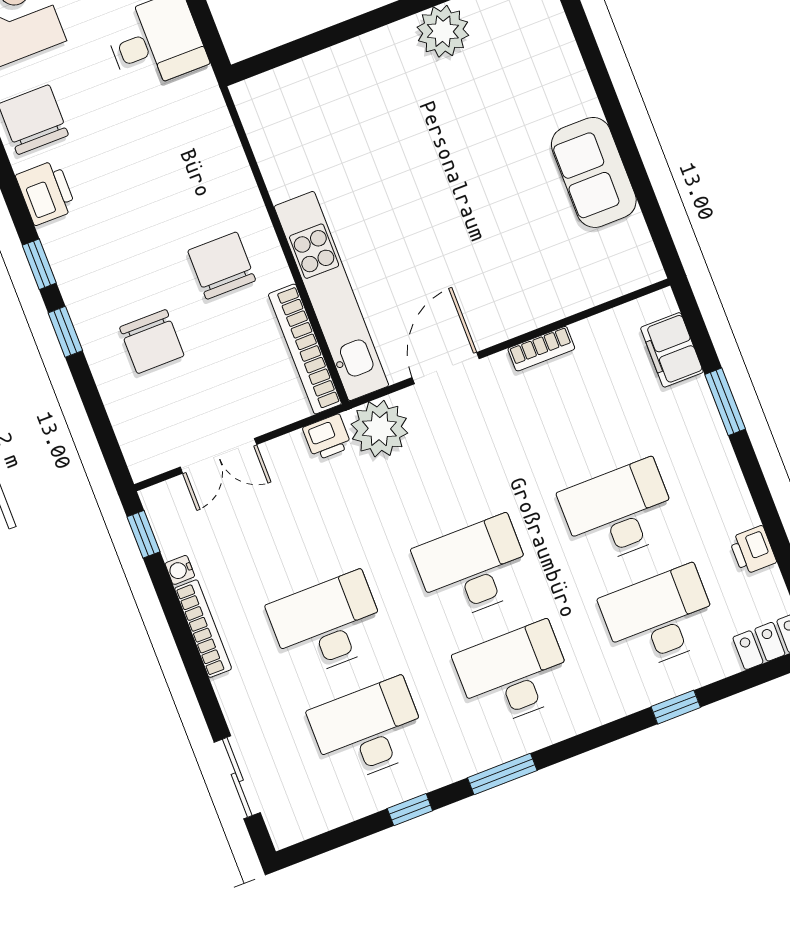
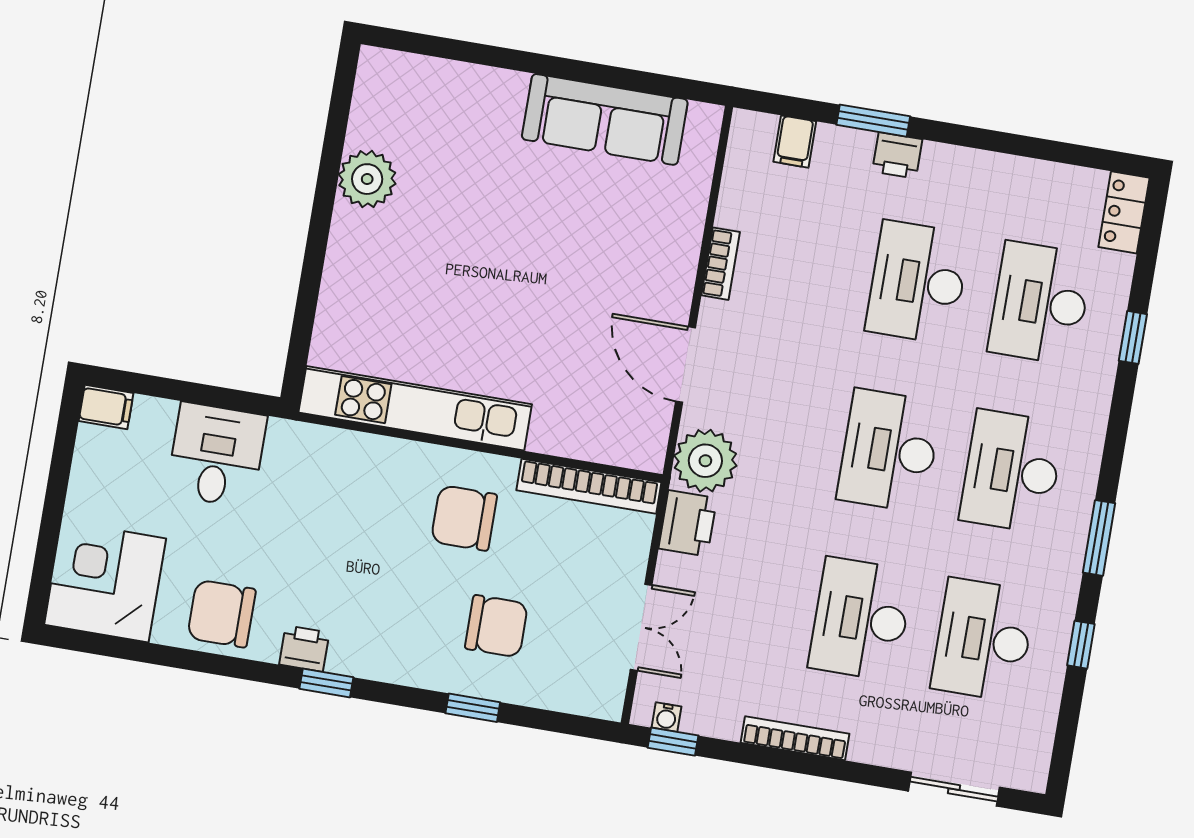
sofa: (594, 172) -> (605, 119), width x1.36
printer: (46, 193) -> (304, 649), width x0.73, depth x0.81
window: (39, 264) -> (326, 683), moved
kitchen unit: (331, 296) -> (415, 408), moved
window: (65, 332) -> (473, 708), moved
filing cabinet: (672, 350) -> (795, 142), width x0.50
printer: (327, 437) -> (688, 523), width x1.36, depth x1.24
printer: (753, 550) -> (897, 155), moved
water cooler: (180, 570) -> (666, 717), moved

